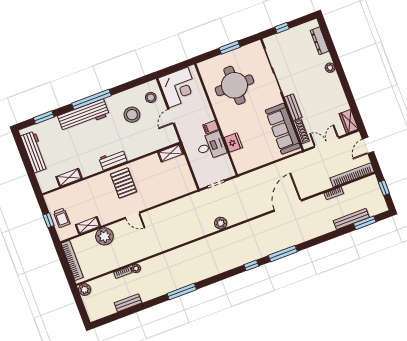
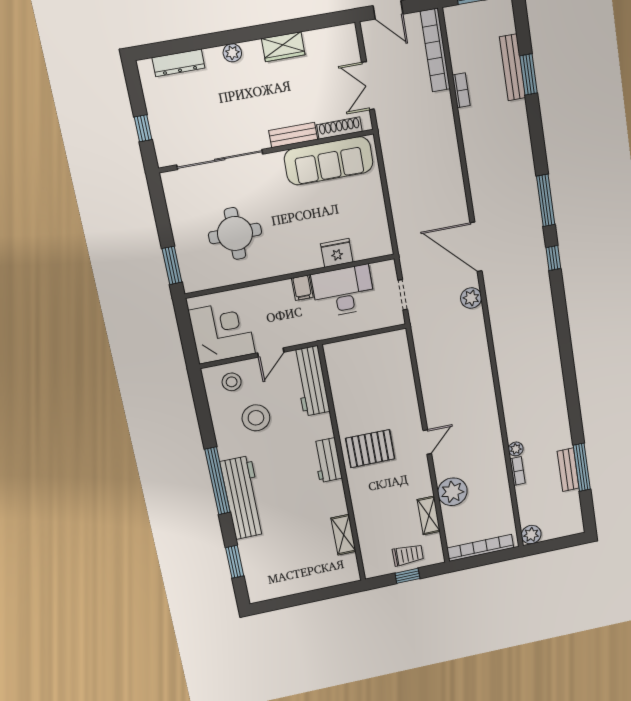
window: (230, 47) -> (172, 265), moved
round table: (234, 85) -> (235, 233), width x0.73, depth x0.73
door: (171, 116) -> (271, 352), hinge flipped
wardrobe: (349, 121) -> (283, 47), moved
desk: (211, 146) -> (343, 291), width x1.37
workbench: (34, 152) -> (311, 381), moved, turned -90
shelving: (171, 153) -> (335, 363), removed
door: (288, 206) -> (476, 247), moved
window: (365, 223) -> (529, 74), moved
window: (182, 292) -> (582, 467), moved

